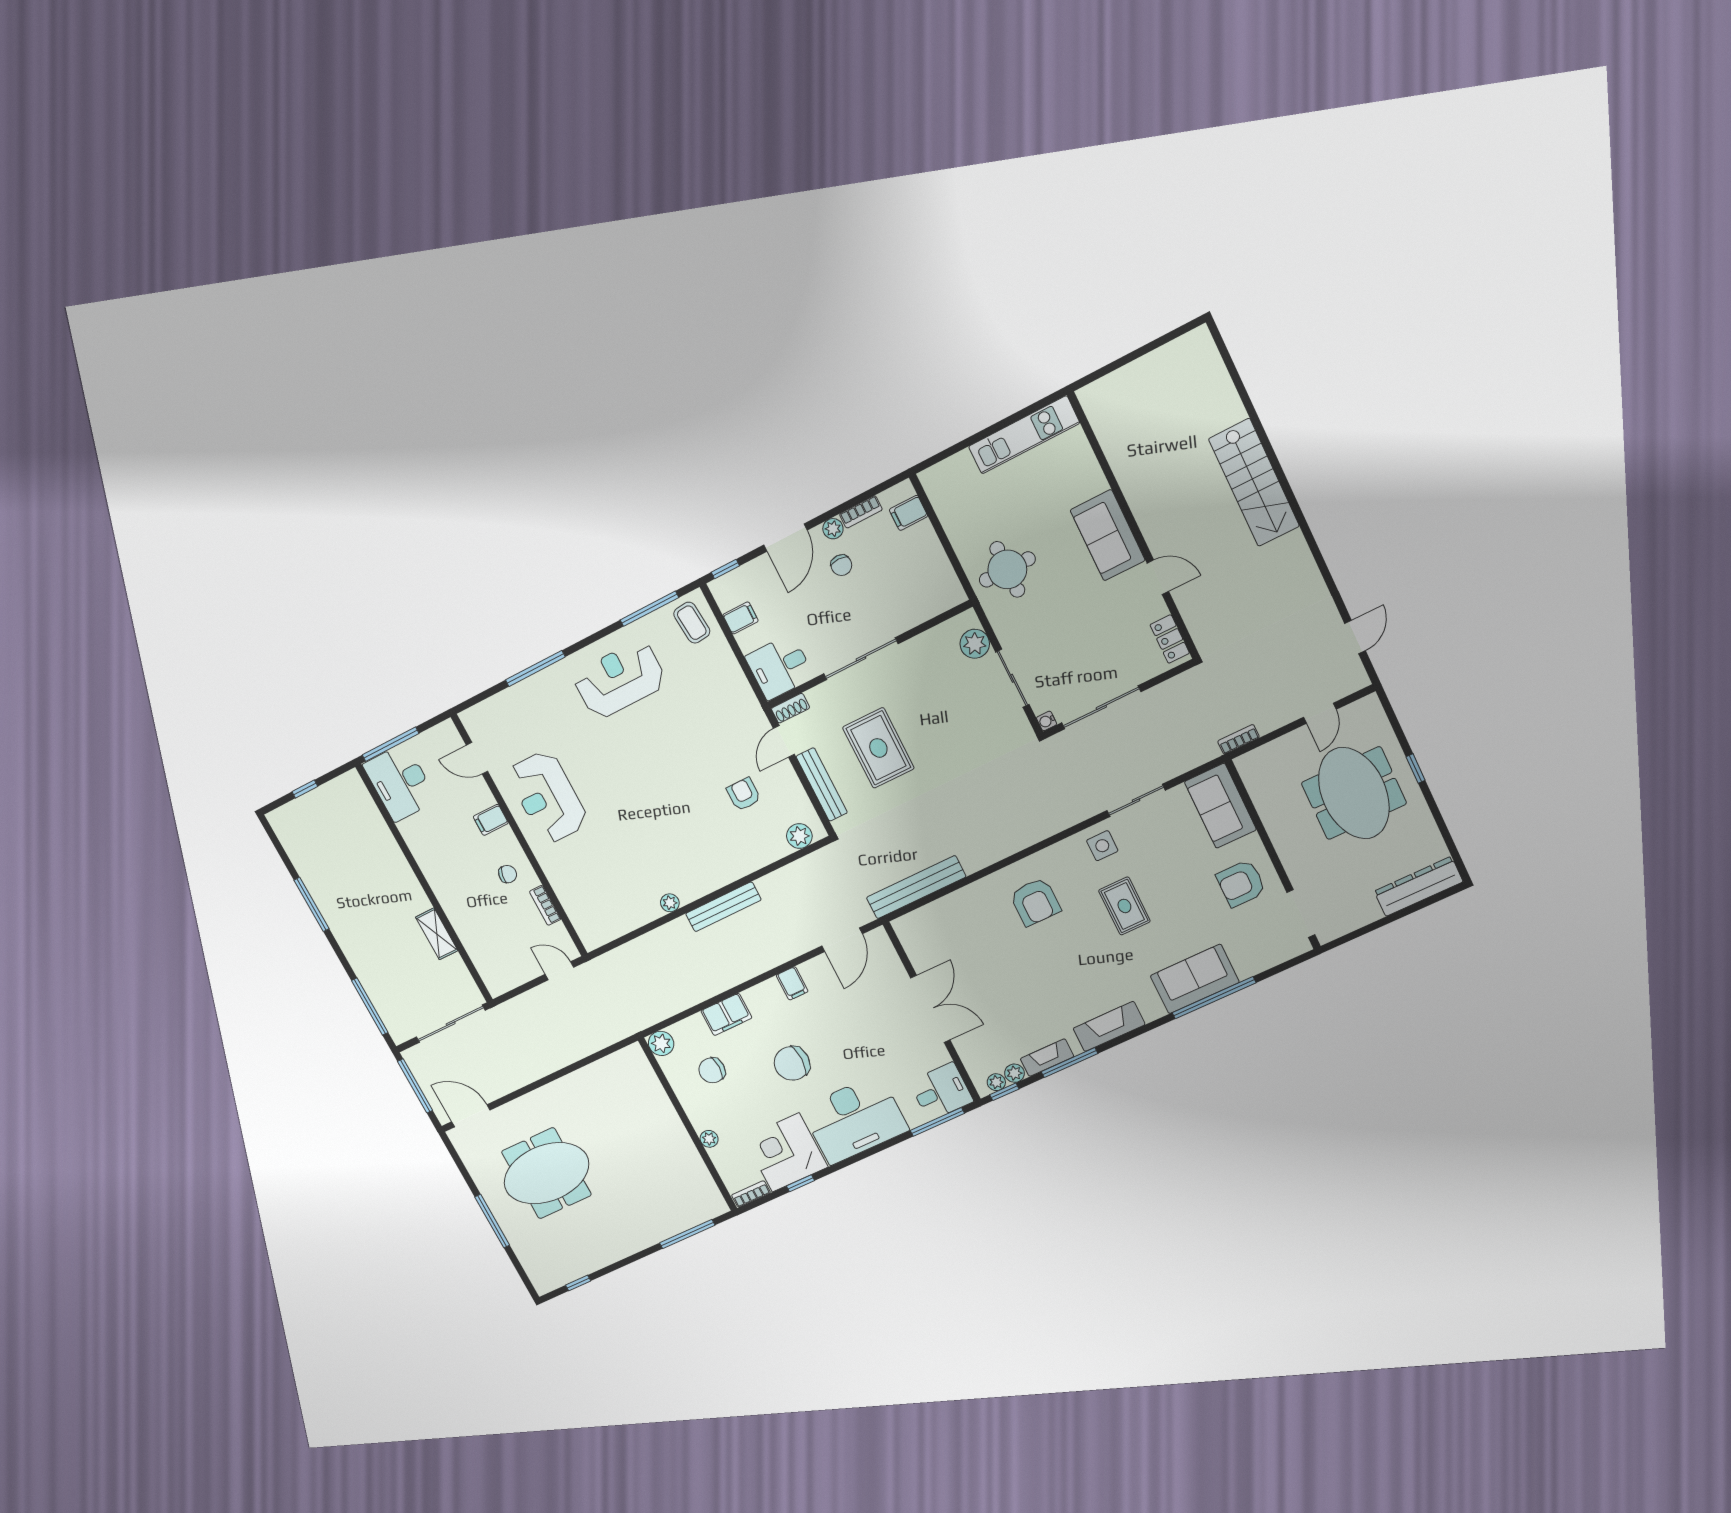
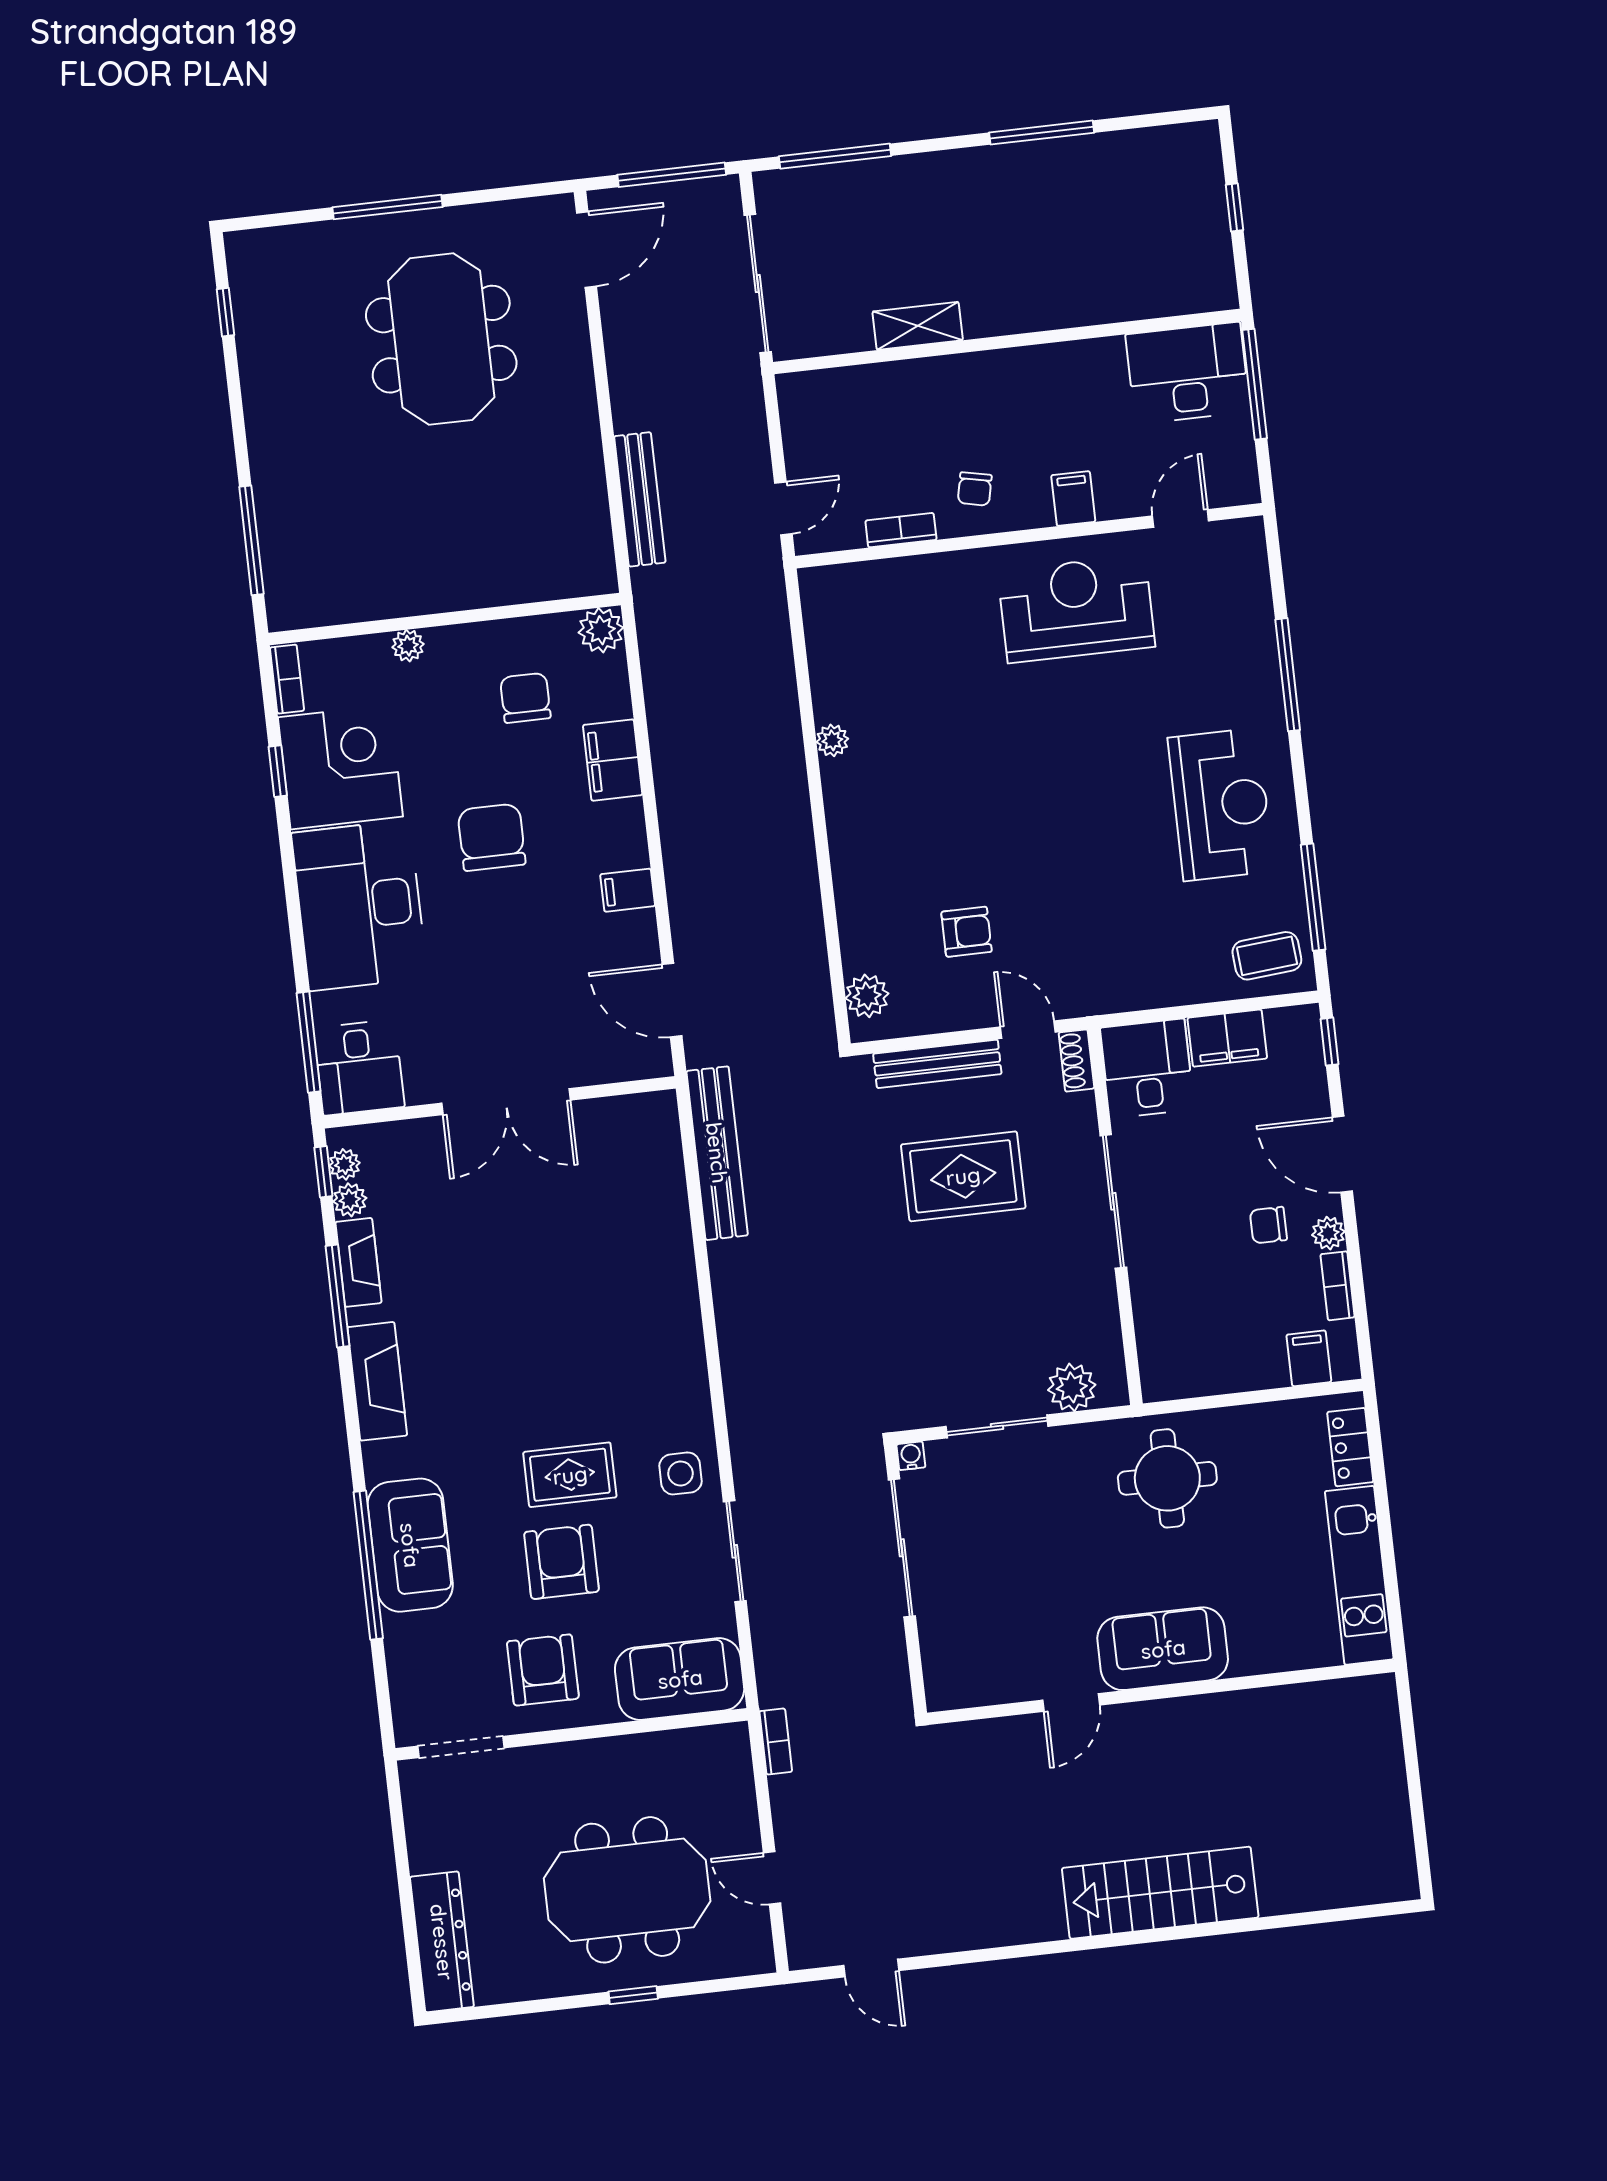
filing cabinet: (741, 618) -> (1227, 1038), width x2.00
locker: (1170, 639) -> (1350, 1447), moved, turned -90
armchair: (1035, 902) -> (561, 1562), moved, turned 90
bench: (723, 907) -> (640, 499), moved

